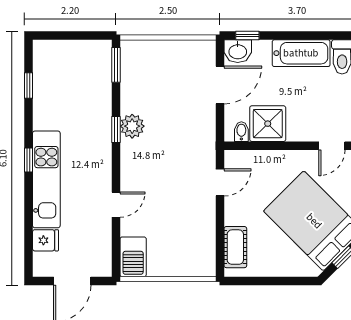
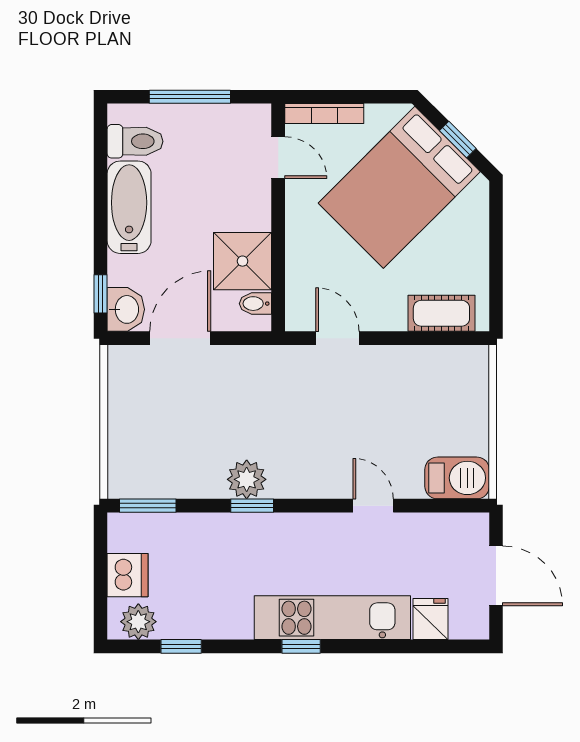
dishwasher: (73, 52) -> (128, 575), added
plant: (44, 59) -> (138, 622), added
door: (220, 85) -> (180, 338), hinge flipped

